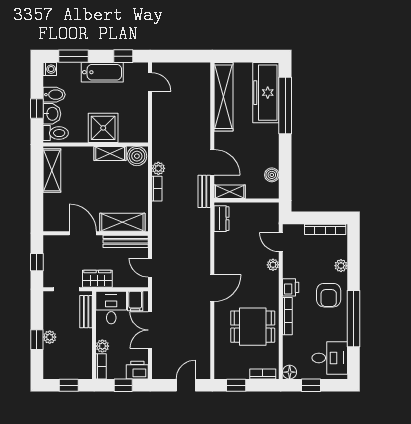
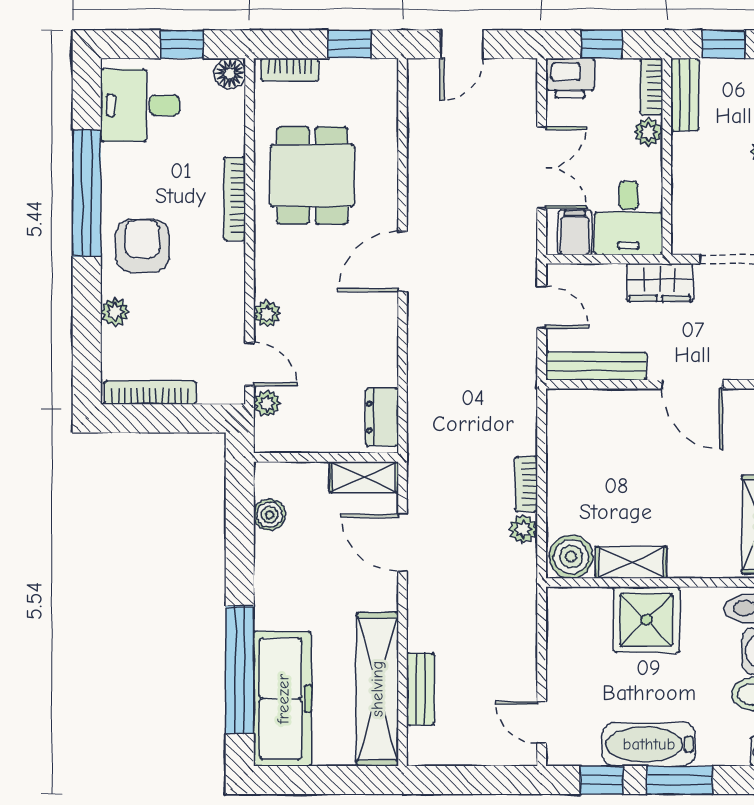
window: (73, 56) -> (680, 780), moved
bench: (204, 191) -> (420, 689), moved
shelving: (122, 222) -> (604, 409), removed
plant: (273, 225) -> (267, 403), added
printer: (291, 287) -> (228, 263), removed
bench: (86, 312) -> (685, 94), moved
dining table: (253, 327) -> (312, 175), turned 90

